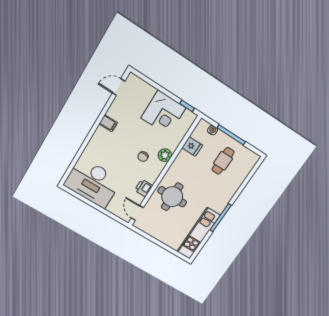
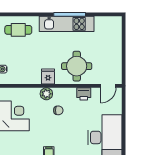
fridge: (192, 147) -> (48, 77), moved
cafe table: (223, 161) -> (18, 30), moved
kitchen unit: (198, 233) -> (67, 24), moved

